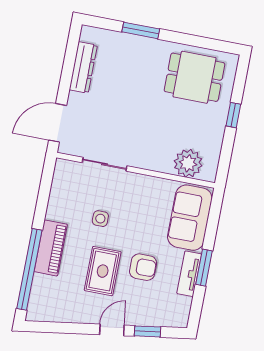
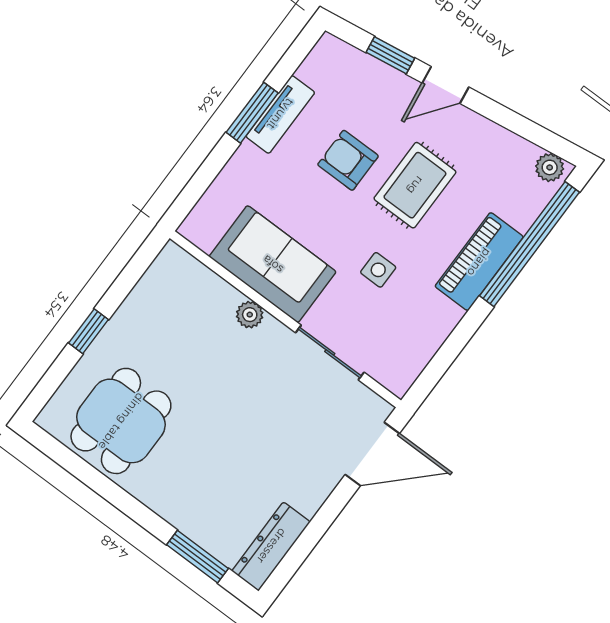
window: (141, 30) -> (198, 557), moved
dresser: (83, 67) -> (271, 546), moved
dining table: (194, 77) -> (121, 421), turned 90
plant: (188, 163) -> (250, 315), moved, width x0.53, depth x0.53
sofa: (190, 218) -> (273, 264), moved, turned -90
plant: (38, 314) -> (550, 167), added

